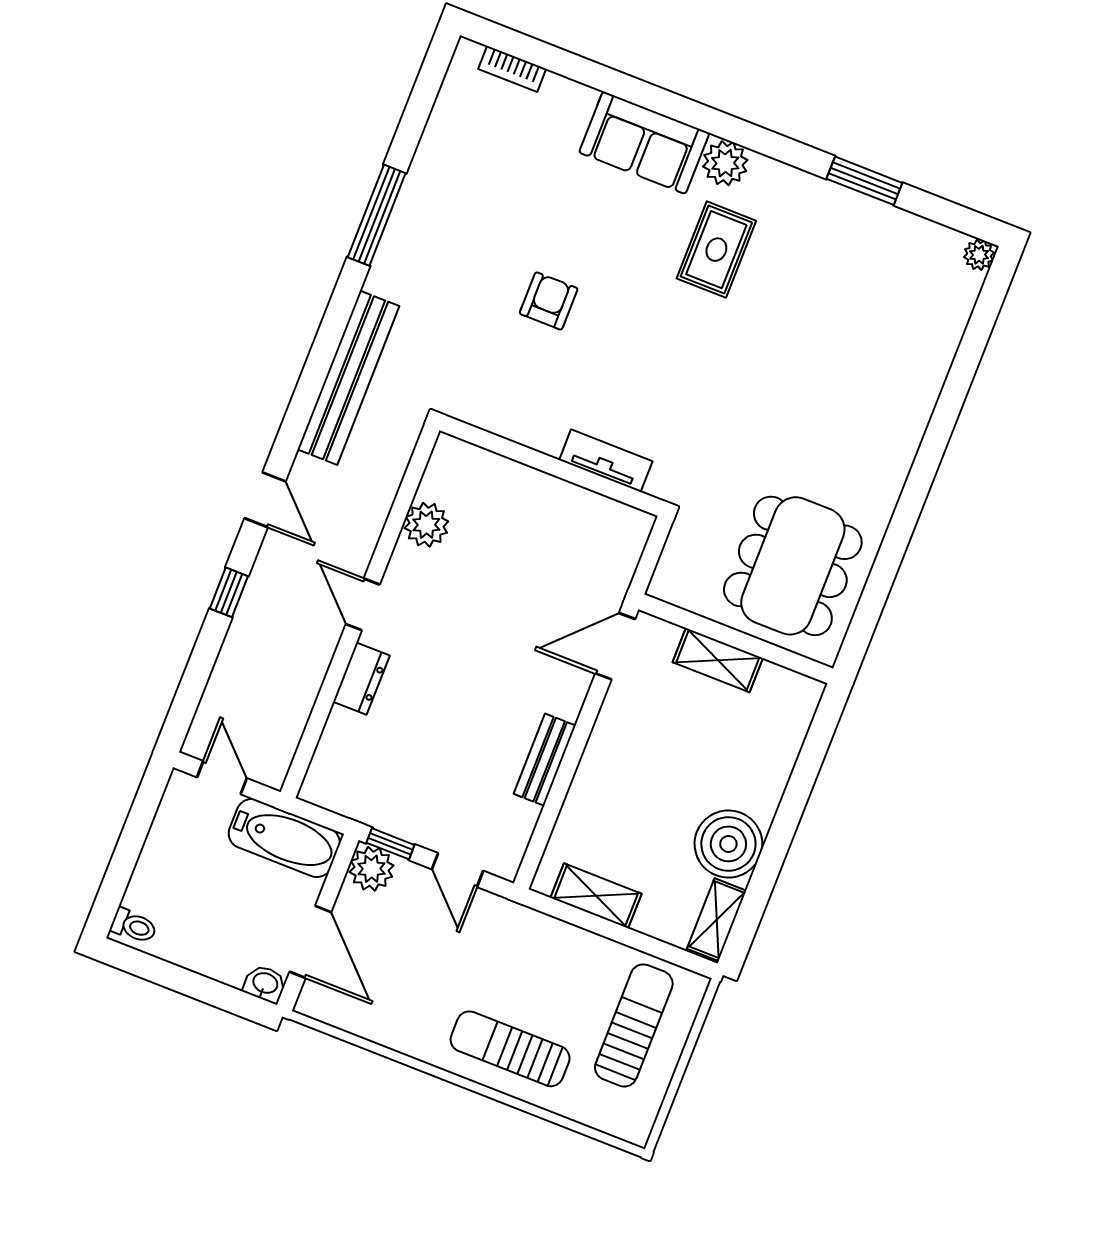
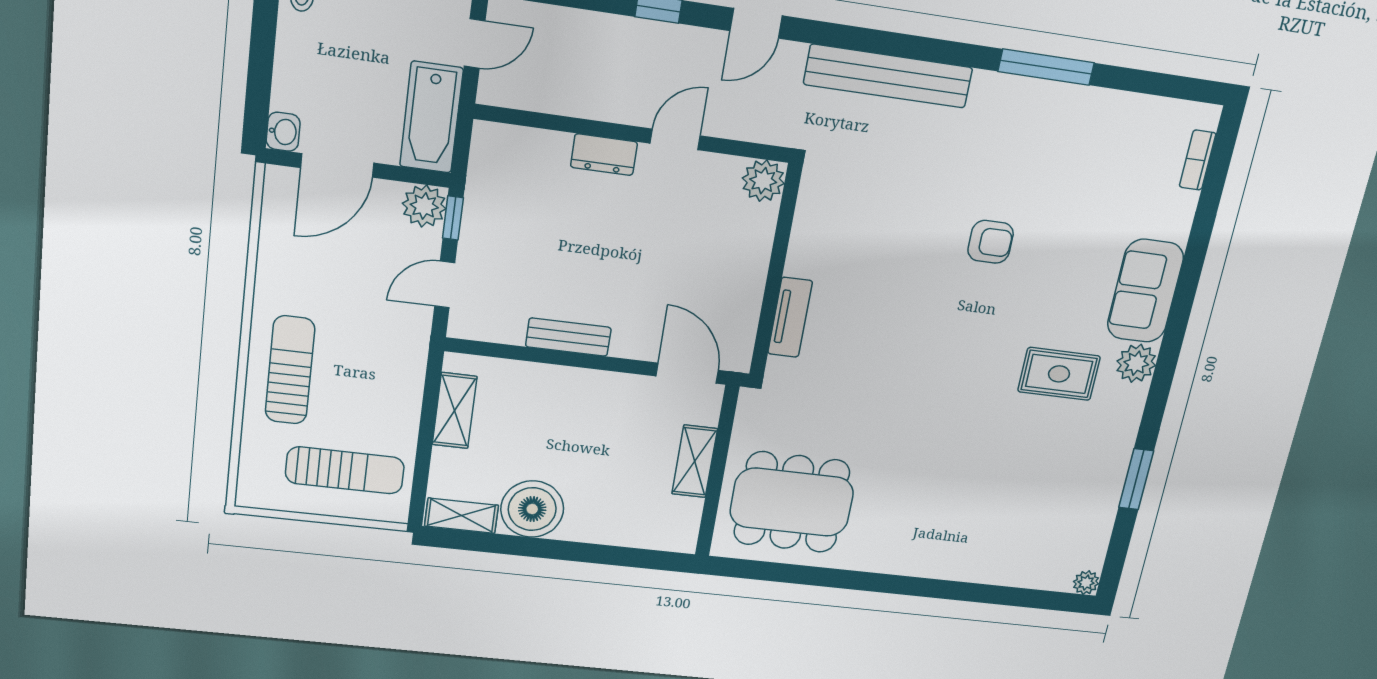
tv unit: (606, 461) -> (790, 317), moved
wall: (552, 466) -> (776, 271), moved

